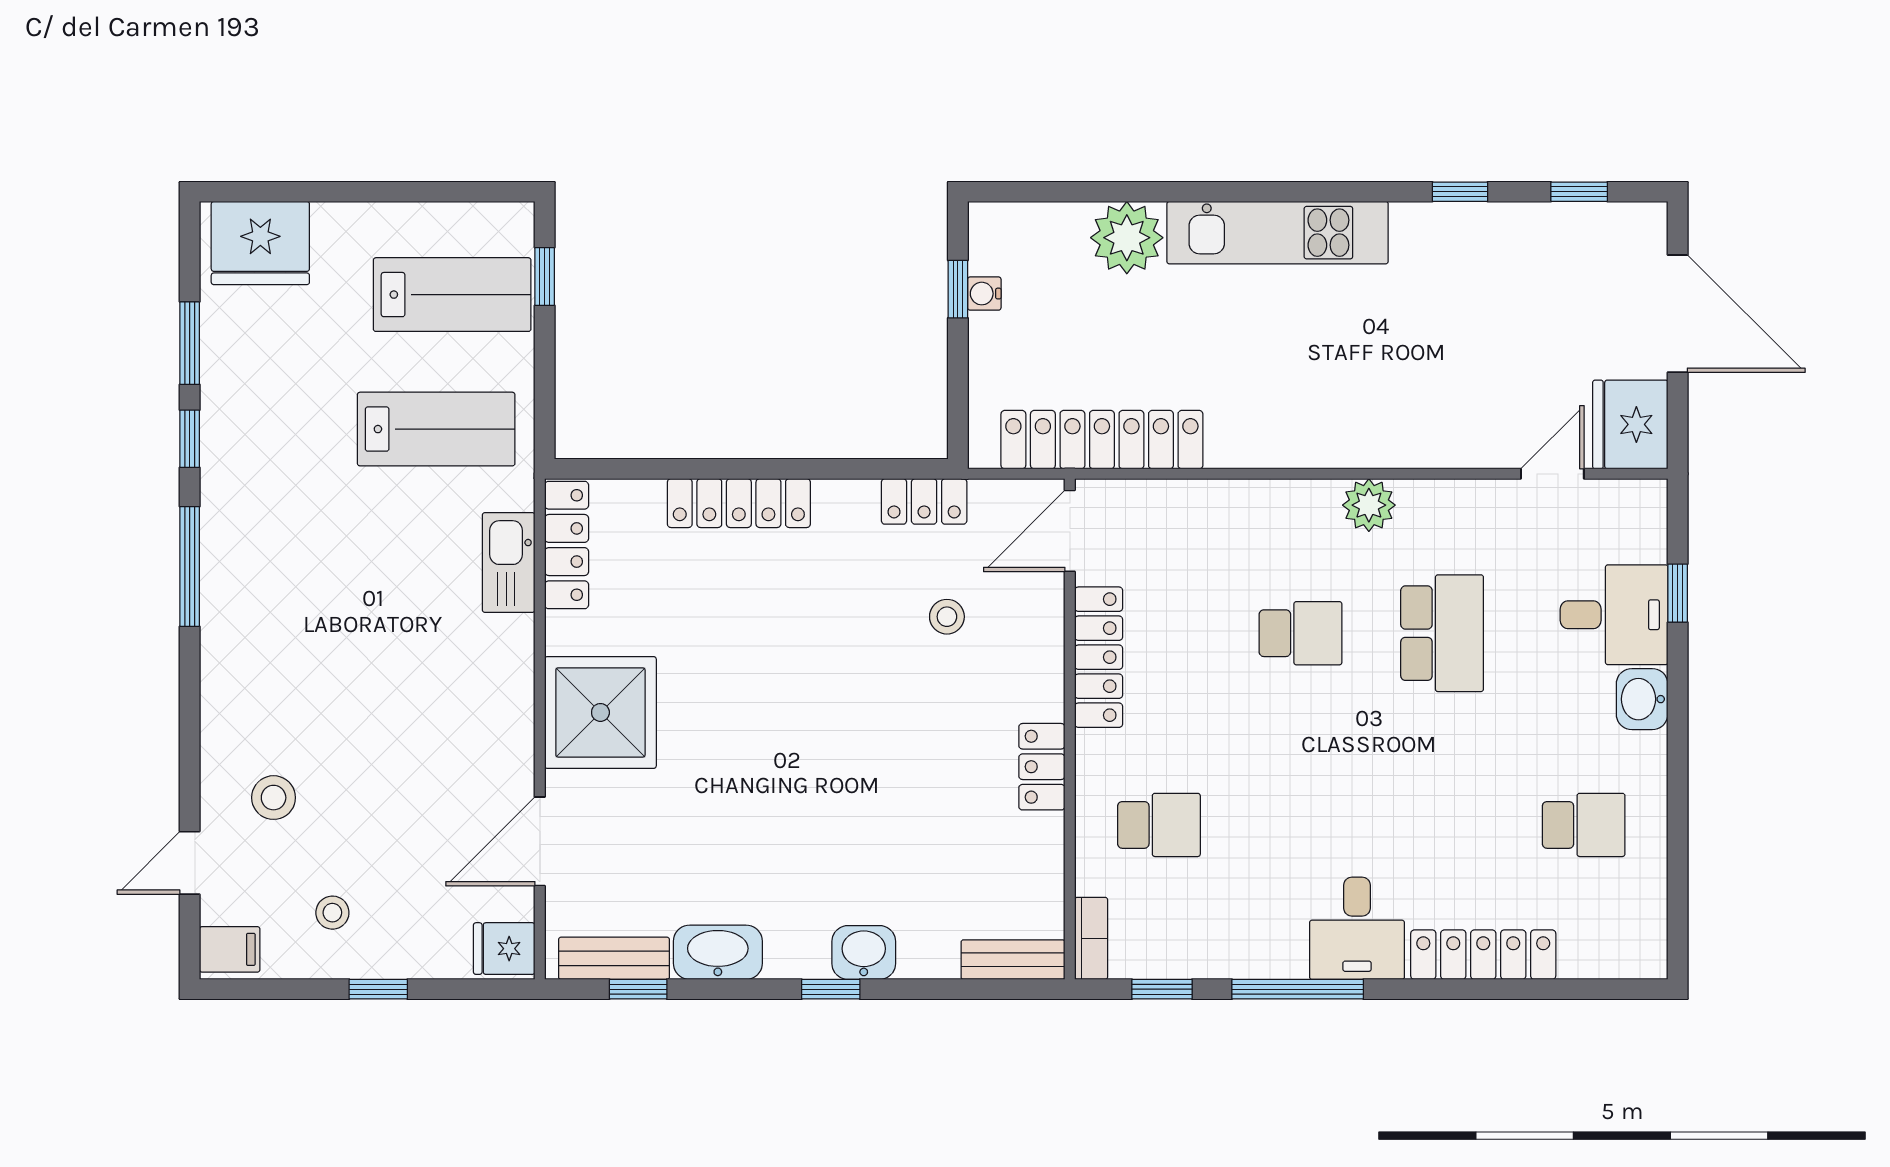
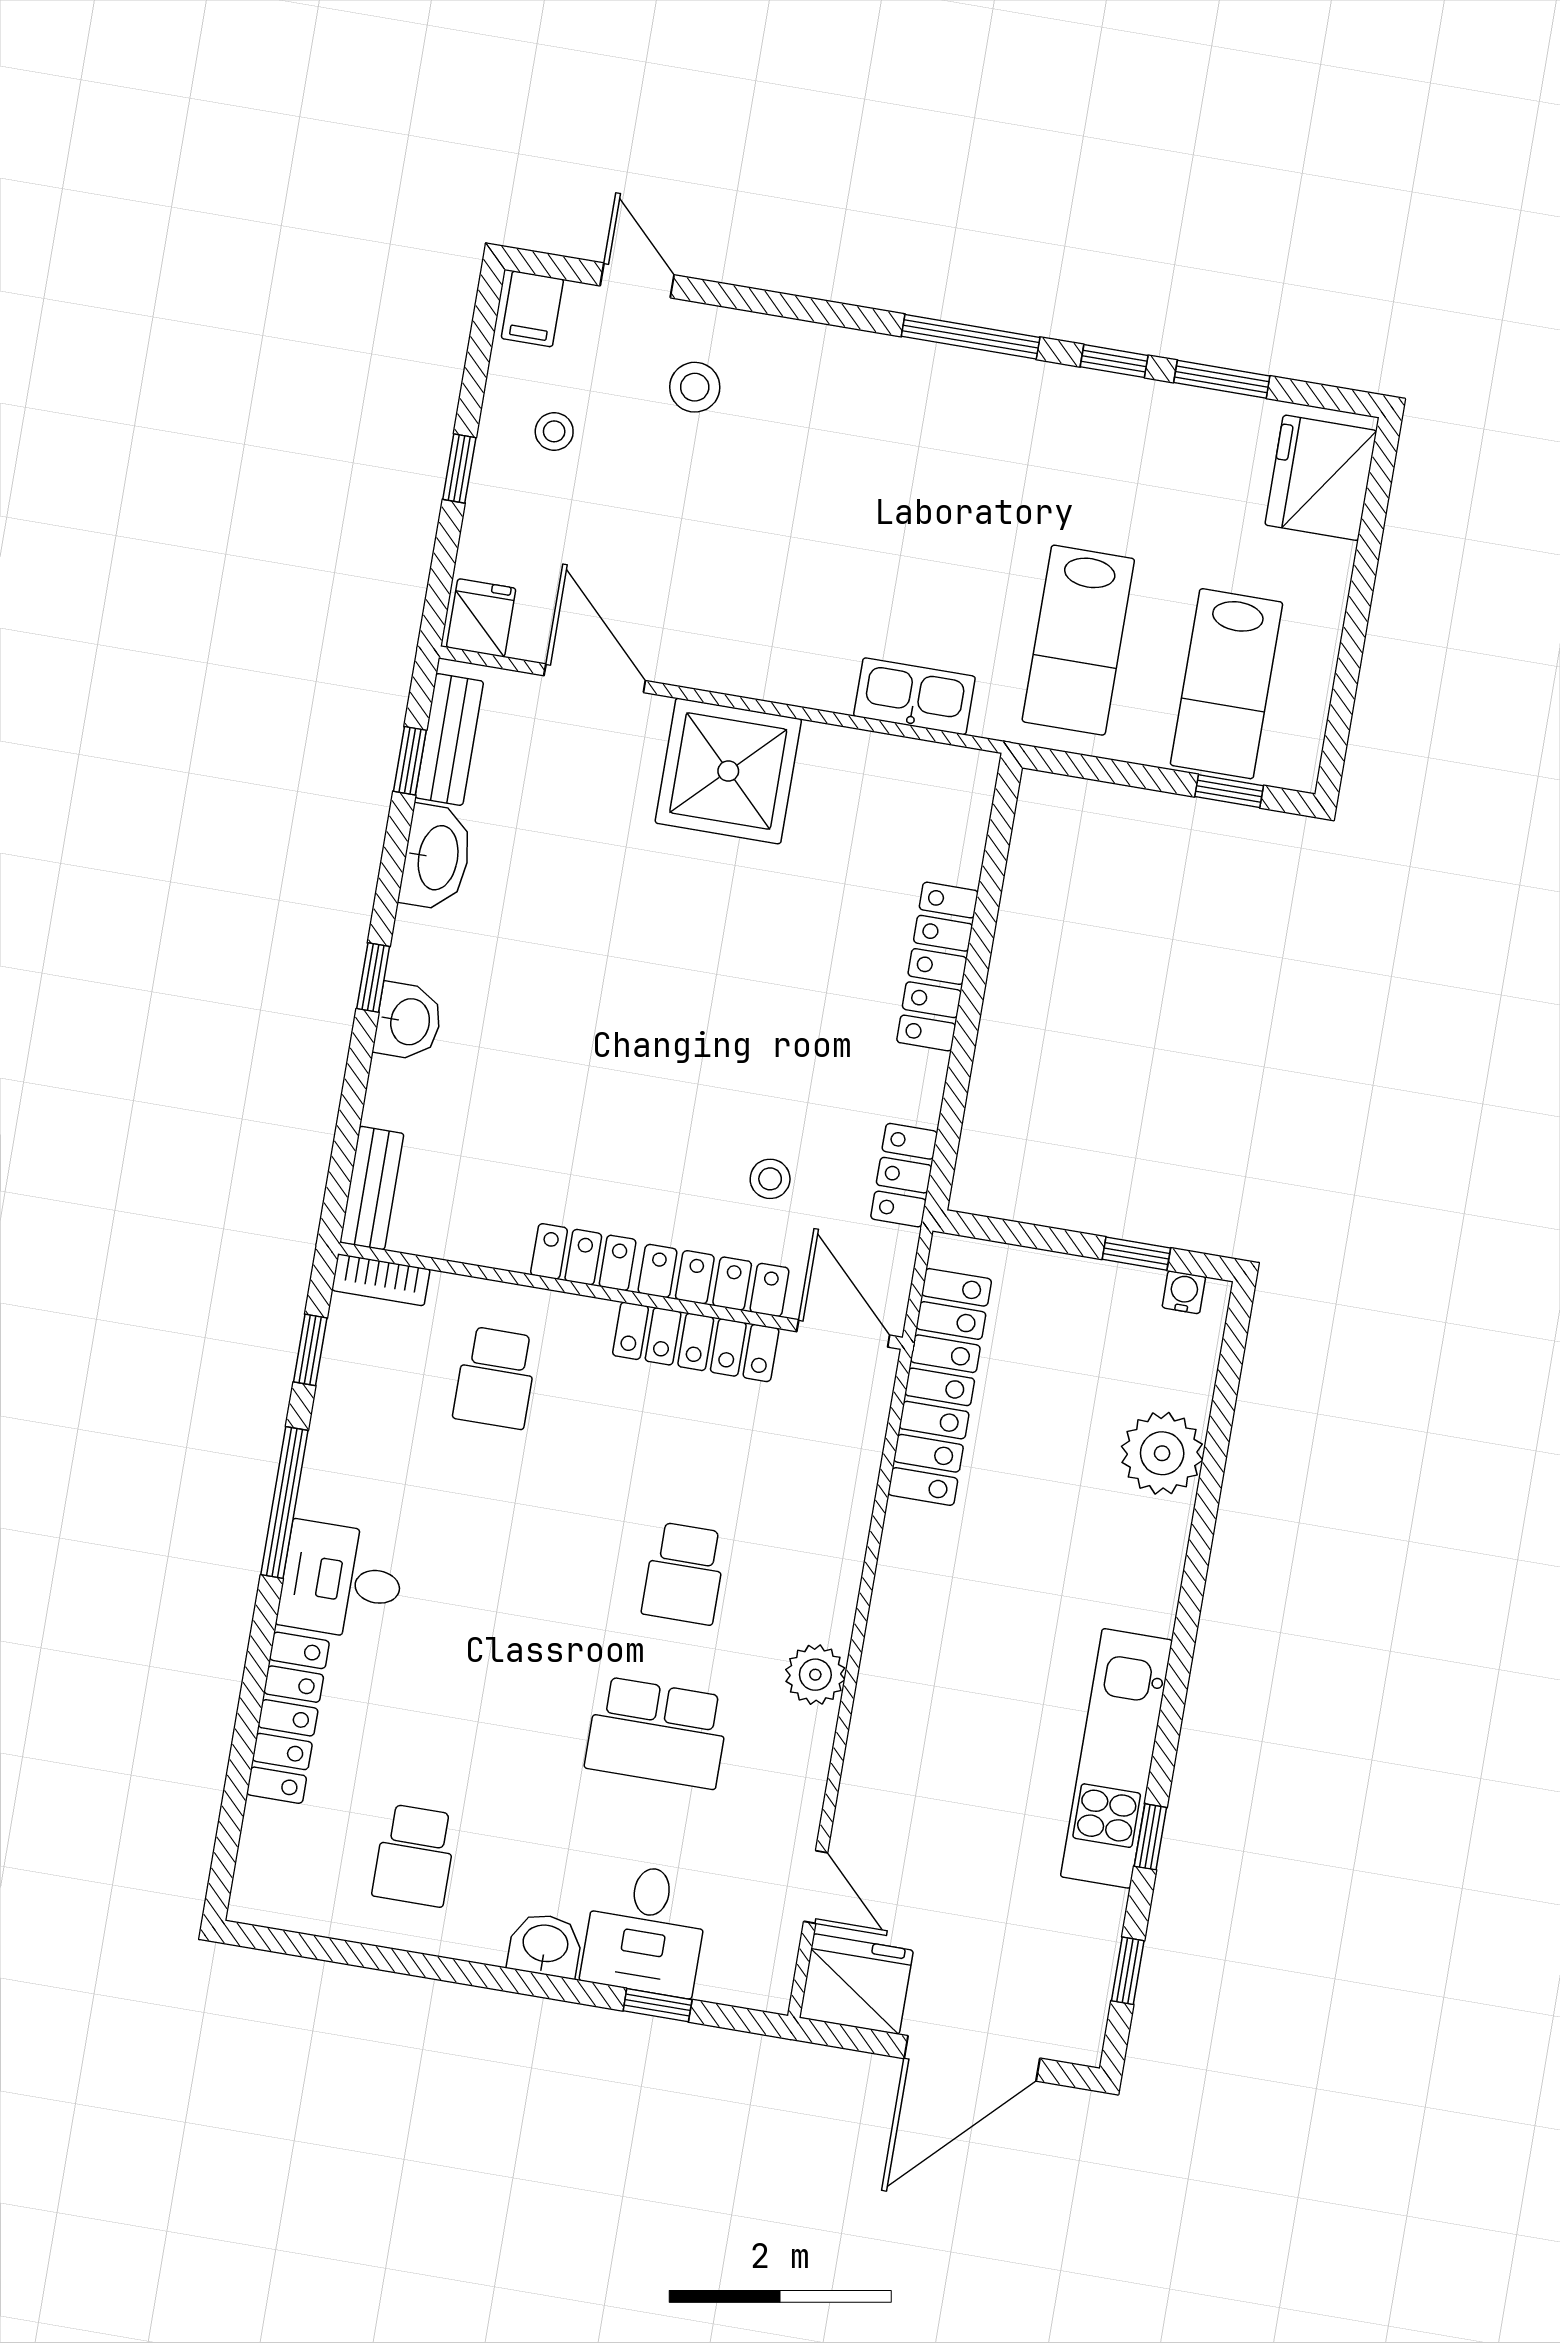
kitchen unit: (1278, 233) -> (1116, 1758), moved
water cooler: (984, 294) -> (1184, 1292), moved
locker: (567, 545) -> (714, 1280), moved, turned 180

